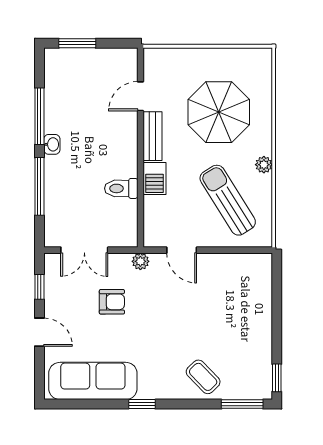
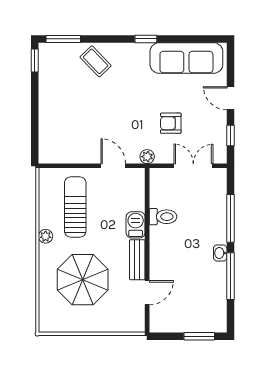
sun lounger: (228, 200) -> (75, 207), turned -148

